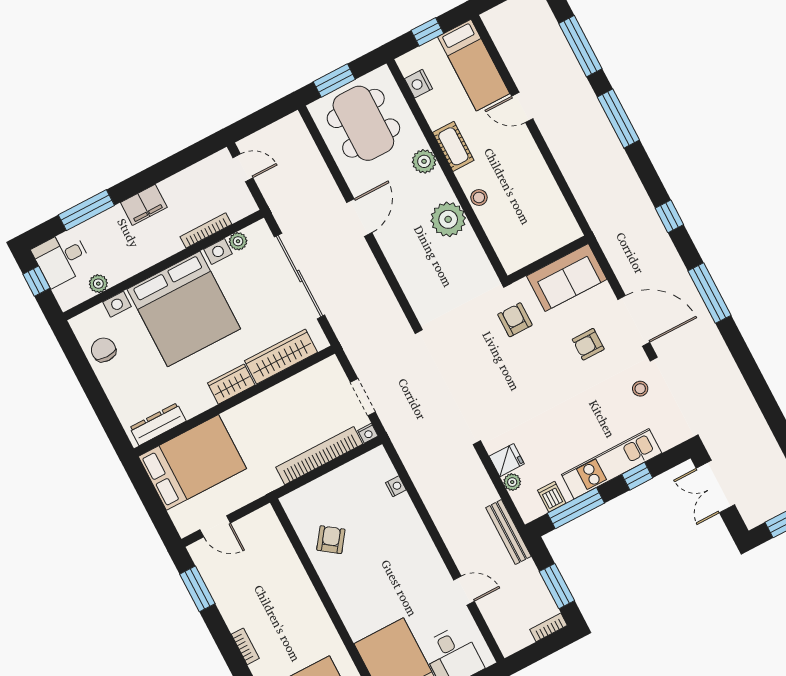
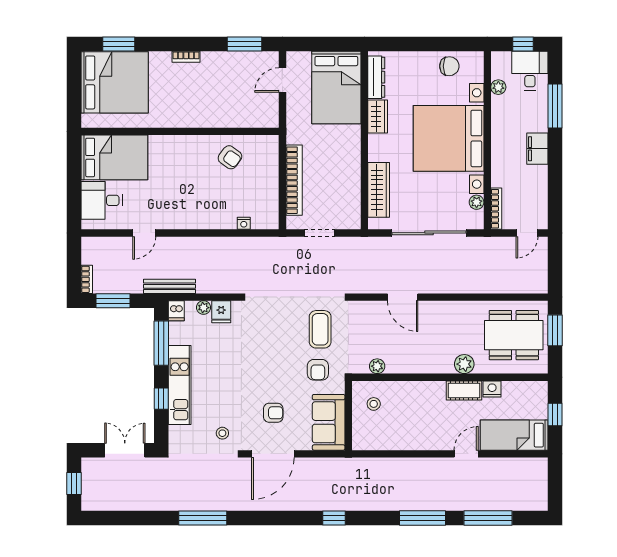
nightstand: (419, 84) -> (492, 389), moved
stool: (479, 197) -> (374, 404), moved
door: (359, 218) -> (403, 297), moved
plant: (448, 219) -> (377, 366), moved, width x0.53, depth x0.53
bookcase: (206, 230) -> (496, 209), moved
window: (710, 293) -> (203, 518), moved
armchair: (515, 320) -> (318, 370), turned 90
coffee table: (469, 341) -> (320, 329), added
armchair: (588, 344) -> (273, 413), turned 90
wardrobe: (231, 384) -> (378, 117), moved
nightstand: (368, 433) -> (292, 223), removed
dishwasher: (552, 497) -> (176, 311), moved, turned 90

